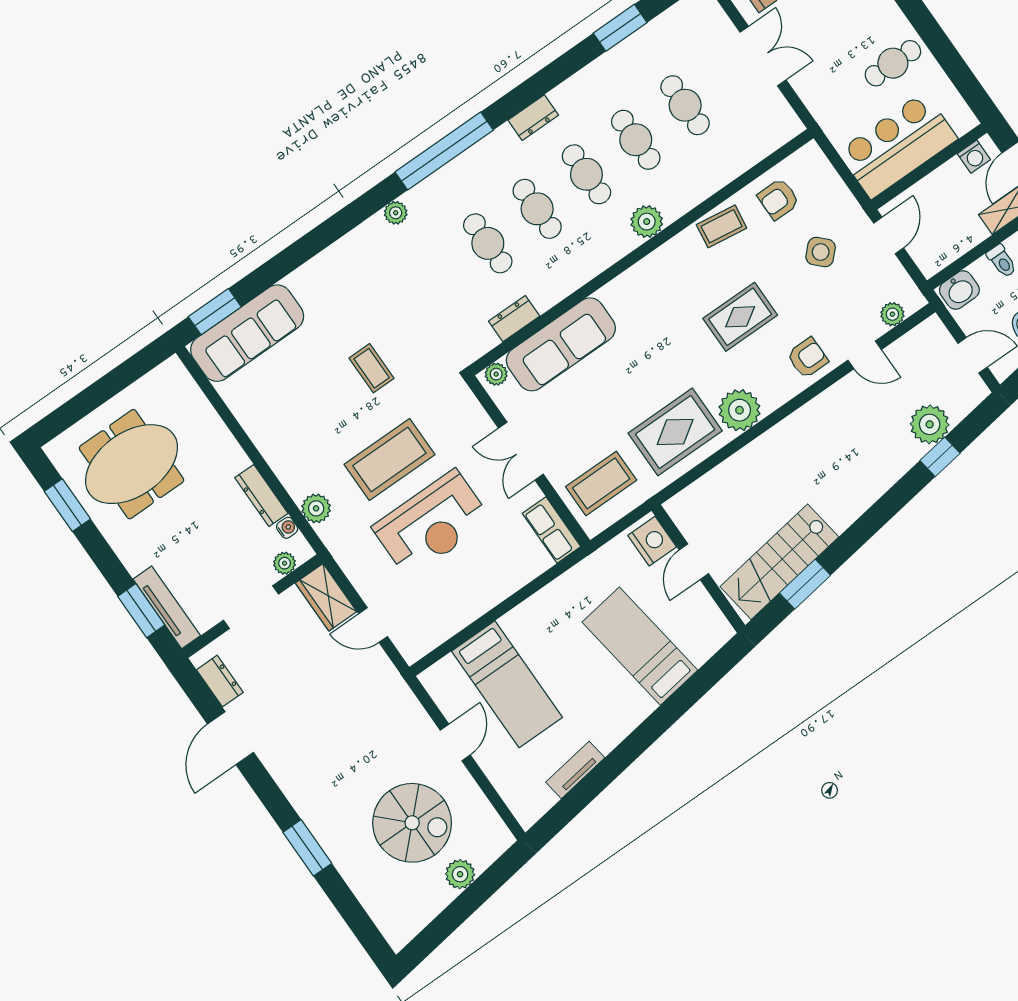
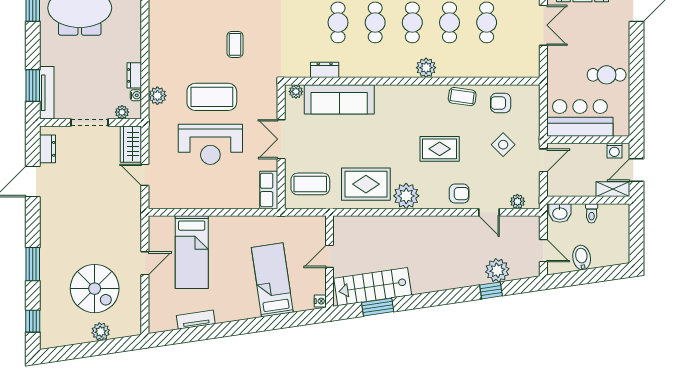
dresser: (261, 496) -> (134, 75), width x0.70
nightstand: (652, 541) -> (320, 301), moved, width x0.53, depth x0.56
window: (360, 923) -> (33, 321), added

